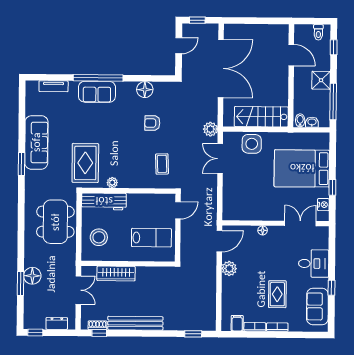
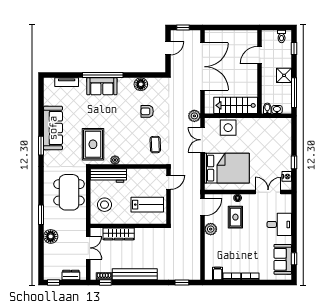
door: (291, 55) -> (260, 55), swing flipped
bed: (302, 168) -> (227, 168), moved, turned 180
window: (20, 283) -> (41, 215), moved
window: (332, 288) -> (294, 259), moved
rug: (277, 294) -> (235, 217), moved

